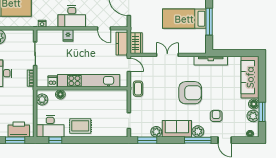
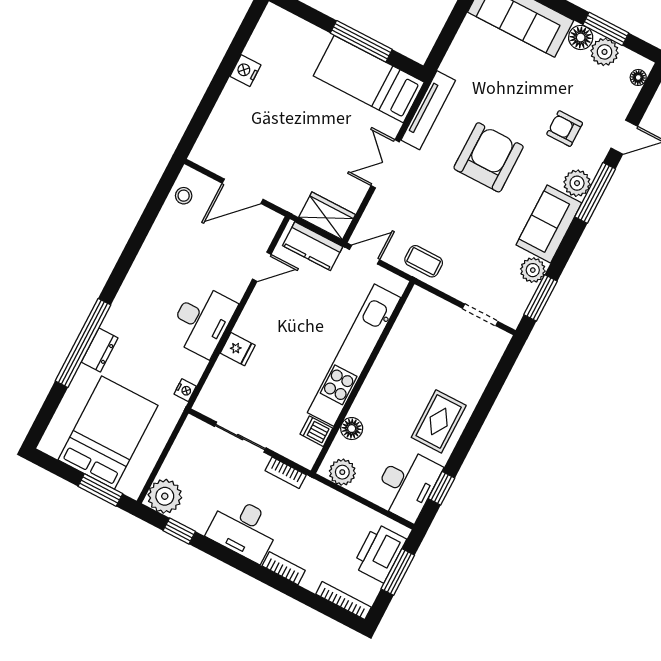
bed: (184, 19) -> (369, 79), moved, turned 90
tv unit: (211, 61) -> (428, 110), moved

